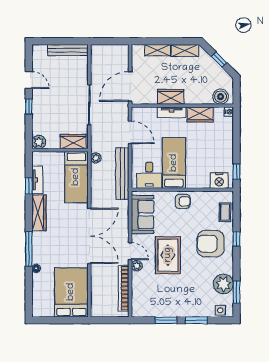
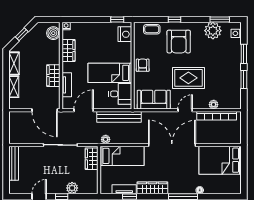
tv unit: (172, 112) -> (67, 85), moved
plant: (39, 142) -> (72, 188), moved
plant: (137, 266) -> (214, 105), moved

